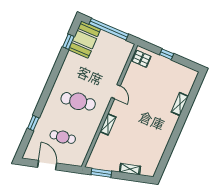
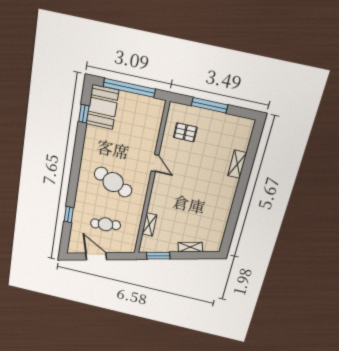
window: (167, 54) -> (210, 105), width x2.17
pallet: (141, 59) -> (185, 132), moved
cafe table: (78, 101) -> (113, 182), turned 33
shelving: (108, 124) -> (149, 224), moved

